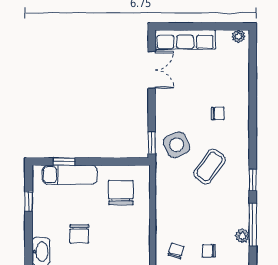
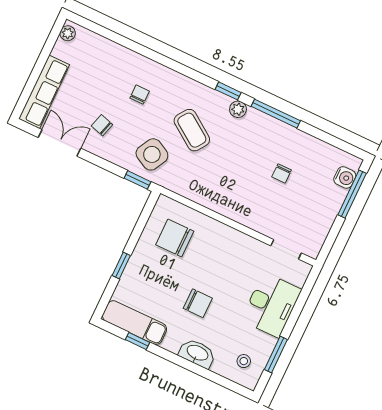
side table: (176, 145) -> (152, 154), turned -37
window: (64, 162) -> (121, 265), moved
exam couch: (70, 175) -> (135, 323), moved, turned -90
plant: (242, 236) -> (238, 109), moved
chair: (176, 251) -> (102, 125), moved

